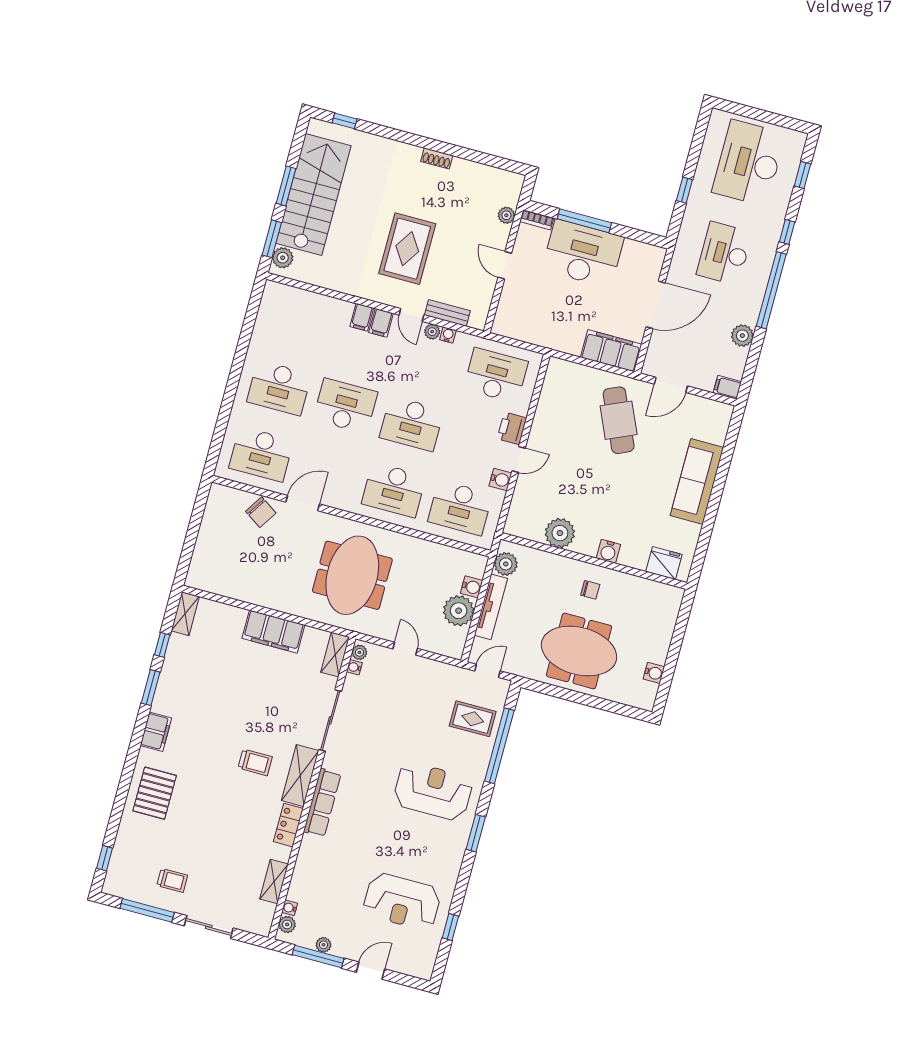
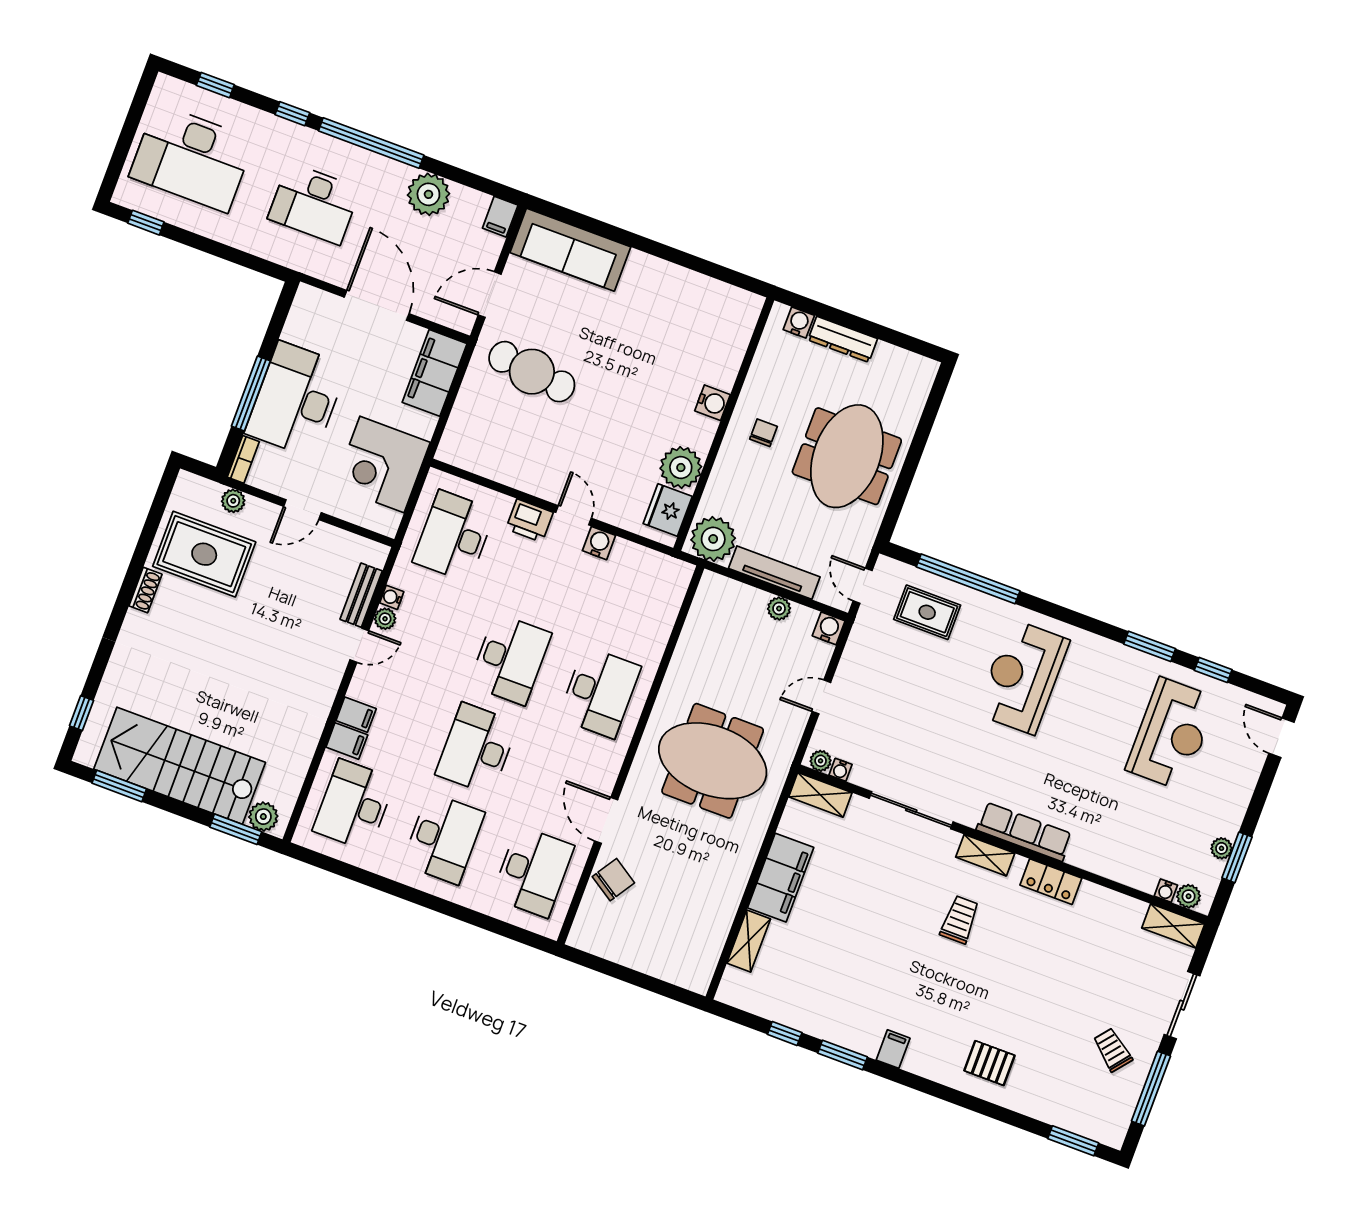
window: (286, 186) -> (119, 786), moved
window: (684, 190) -> (146, 223), moved
rug: (407, 249) -> (204, 554), moved
corner desk: (542, 319) -> (382, 464), added
filing cabinet: (381, 323) -> (347, 741), moved
plant: (742, 336) -> (428, 194), width x1.36, depth x1.36
door: (671, 385) -> (490, 295), swing flipped
cafe table: (619, 420) -> (532, 372), turned 31
sofa: (697, 482) -> (570, 250), moved
desk: (460, 508) -> (354, 805), moved, turned 180
fridge: (664, 563) -> (668, 510), moved
plant: (506, 564) -> (713, 539), width x1.36, depth x1.36
water cooler: (472, 587) -> (829, 628), moved
plant: (459, 611) -> (779, 609), width x0.53, depth x0.53
shelving: (185, 614) -> (749, 941), moved, turned 90
dresser: (662, 640) -> (843, 339), added
water cooler: (654, 673) -> (799, 322), moved
rug: (473, 719) -> (927, 612), turned 90
filing cabinet: (156, 732) -> (893, 1049), width x0.50
shelving: (300, 776) -> (985, 855), width x0.67, depth x0.75
pallet: (155, 793) -> (989, 1063), width x0.67, depth x0.71
window: (476, 833) -> (1150, 646), moved
window: (105, 858) -> (1073, 1141), width x1.50
trolley: (172, 880) -> (1113, 1050), turned -51
shelving: (274, 882) -> (1173, 926), moved
window: (318, 956) -> (1237, 857), width x0.69
door: (371, 971) -> (1281, 738), moved

